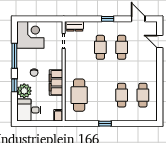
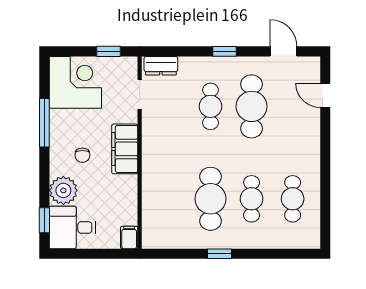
window: (48, 19) -> (108, 51), added
cafe table: (122, 47) -> (252, 106), width x1.37, depth x1.35
filing cabinet: (56, 83) -> (125, 149), moved
window: (14, 85) -> (44, 220), moved
cafe table: (79, 95) -> (210, 199), moved

